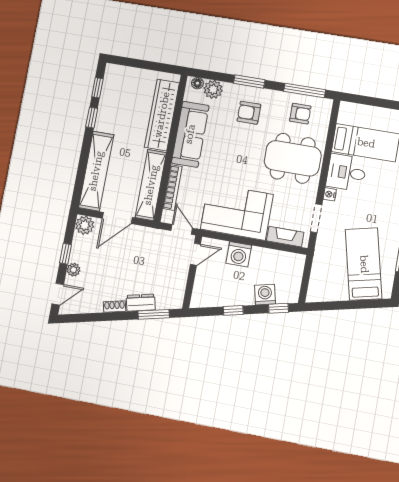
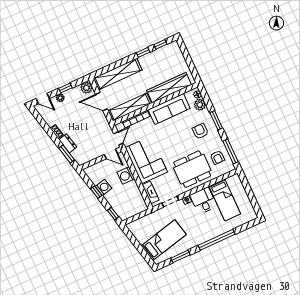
dining table: (293, 158) -> (192, 169), turned 90
washing machine: (265, 295) -> (103, 187), moved

